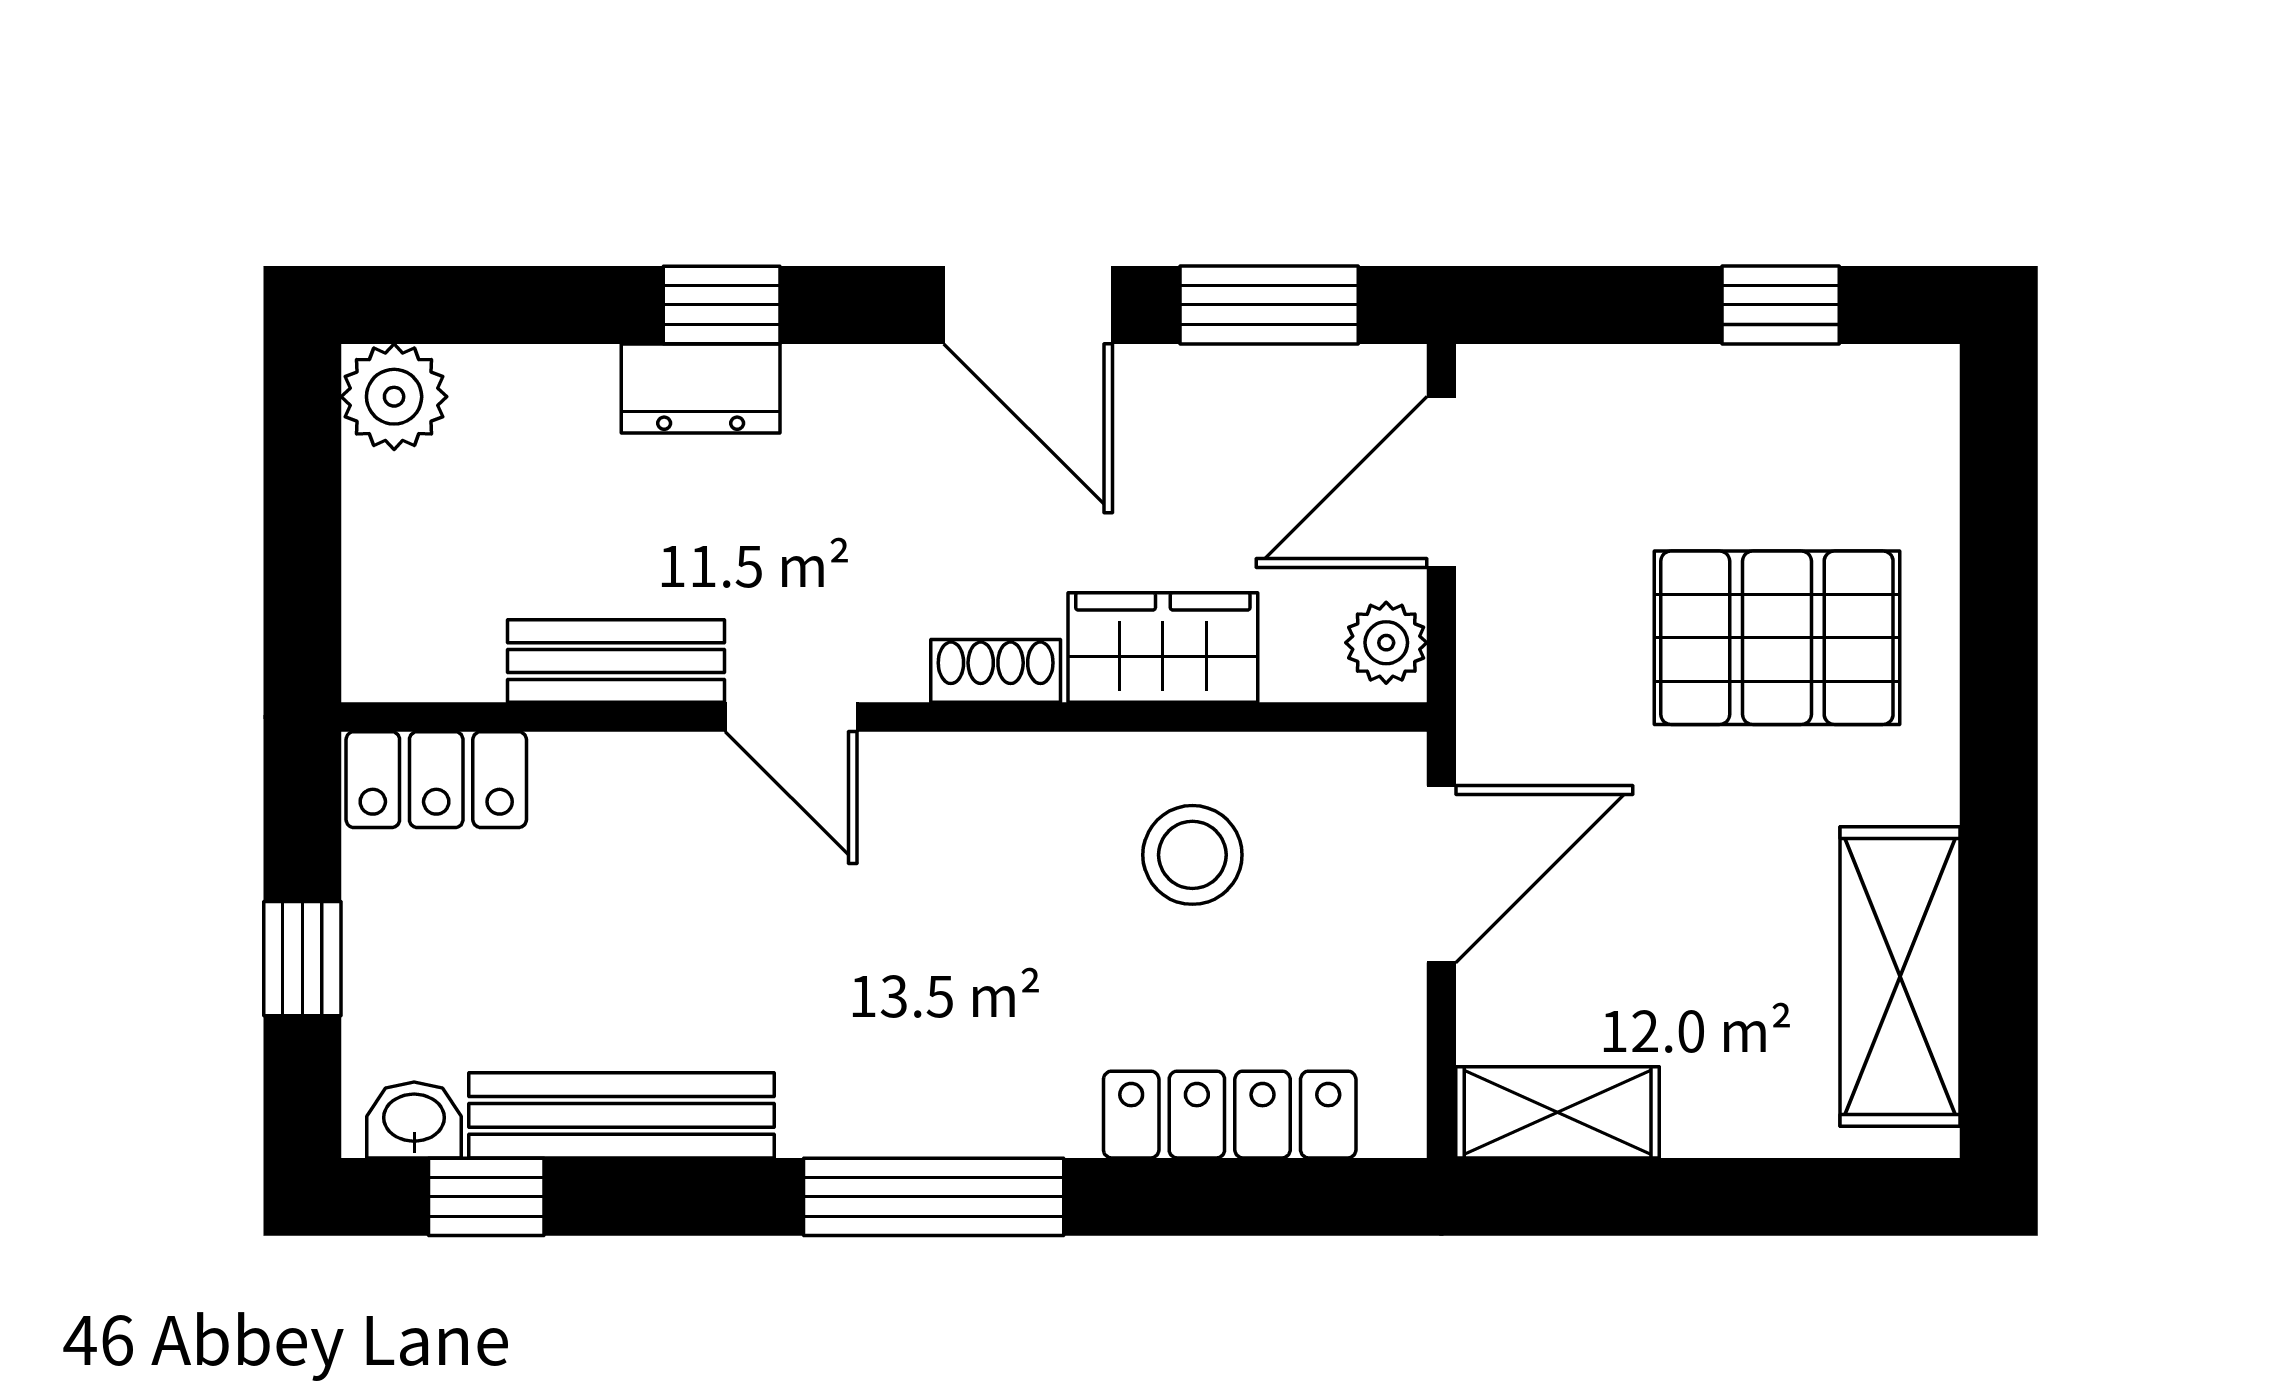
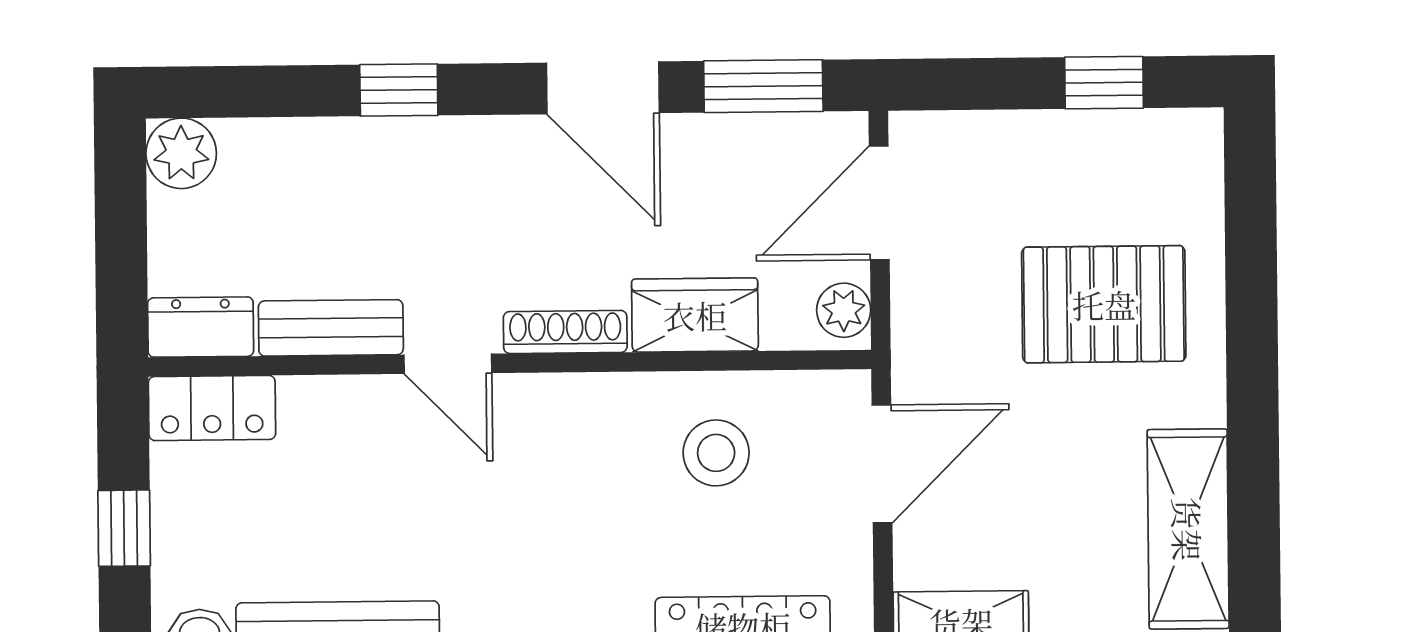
dresser: (701, 388) -> (201, 327), moved, turned 180
shoe rack: (996, 671) -> (565, 332), width x1.43

